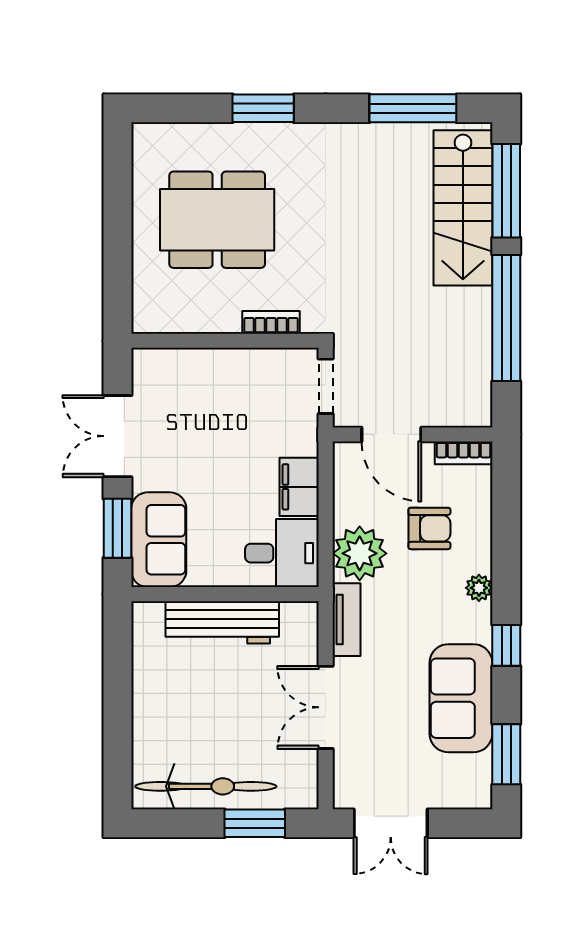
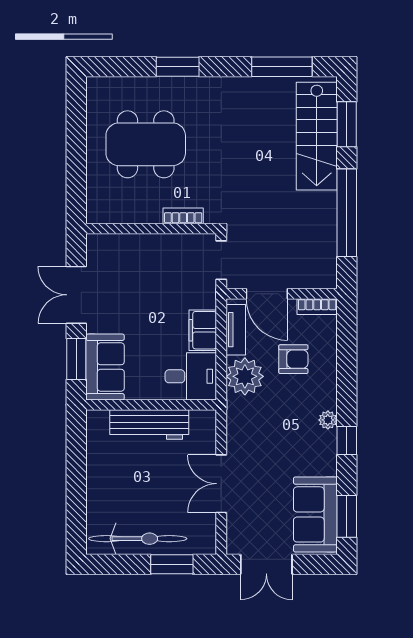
window: (506, 191) -> (347, 124), width x0.69
plant: (479, 588) -> (328, 420), moved
tv unit: (347, 620) -> (236, 330), moved
sofa: (461, 698) -> (315, 514), moved

